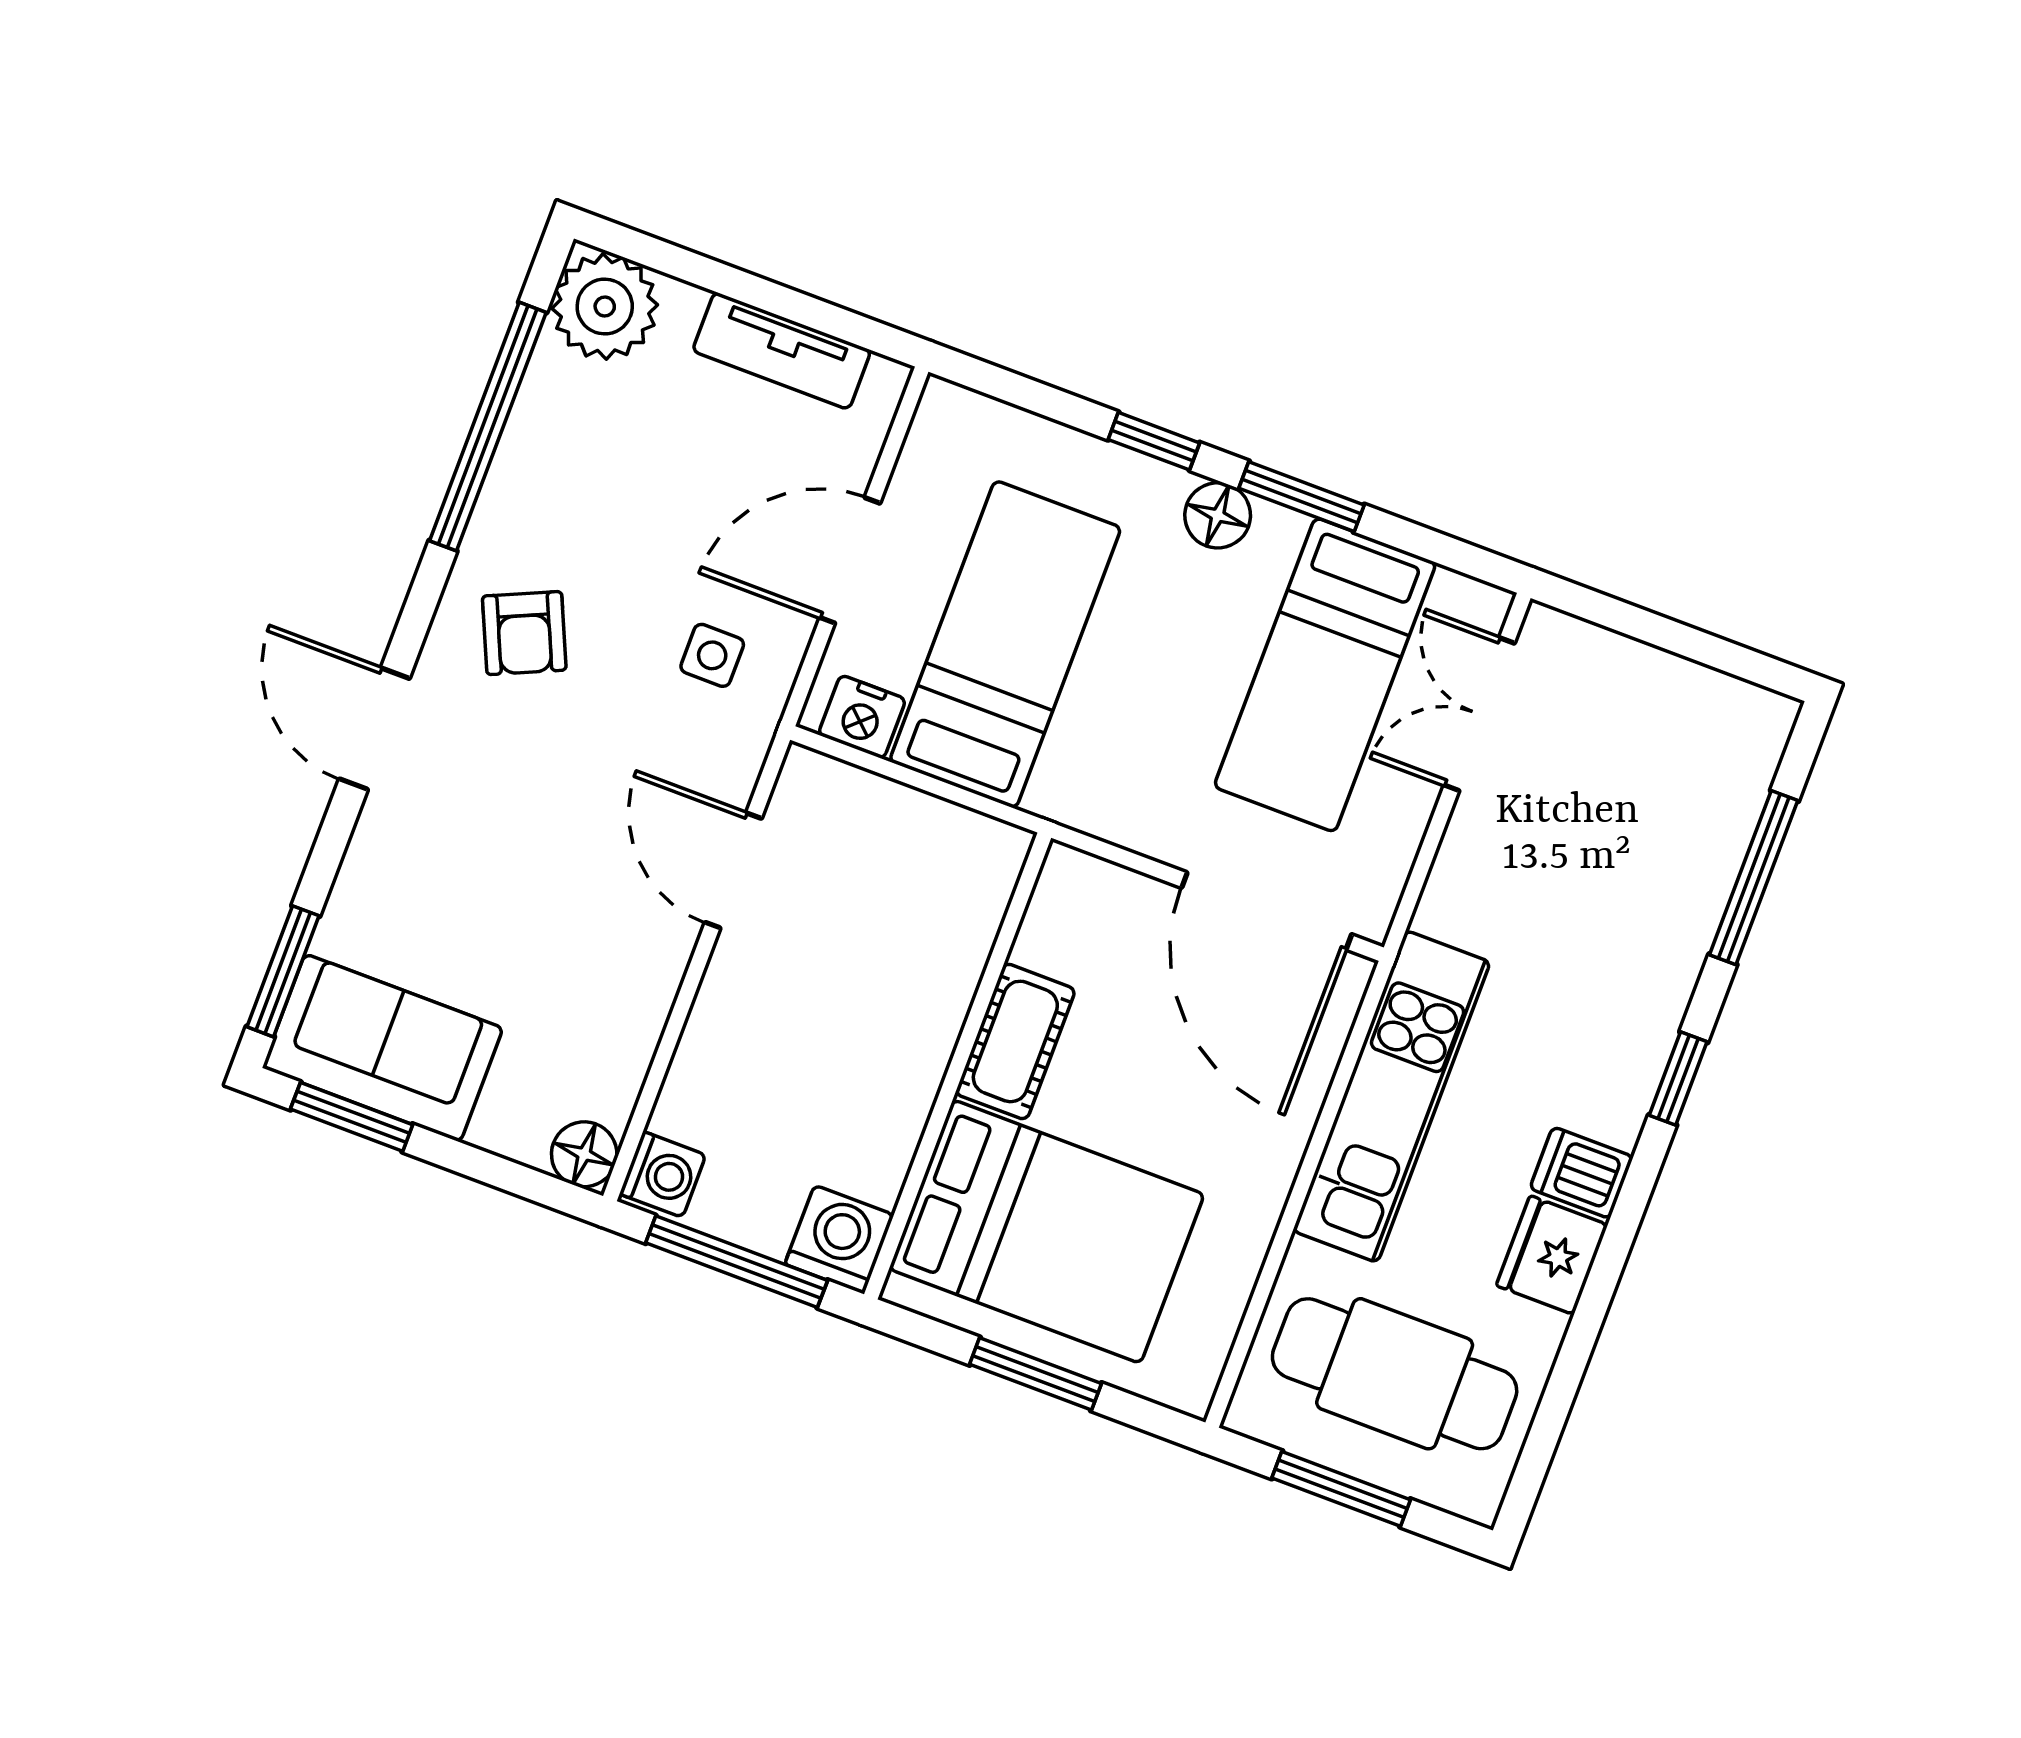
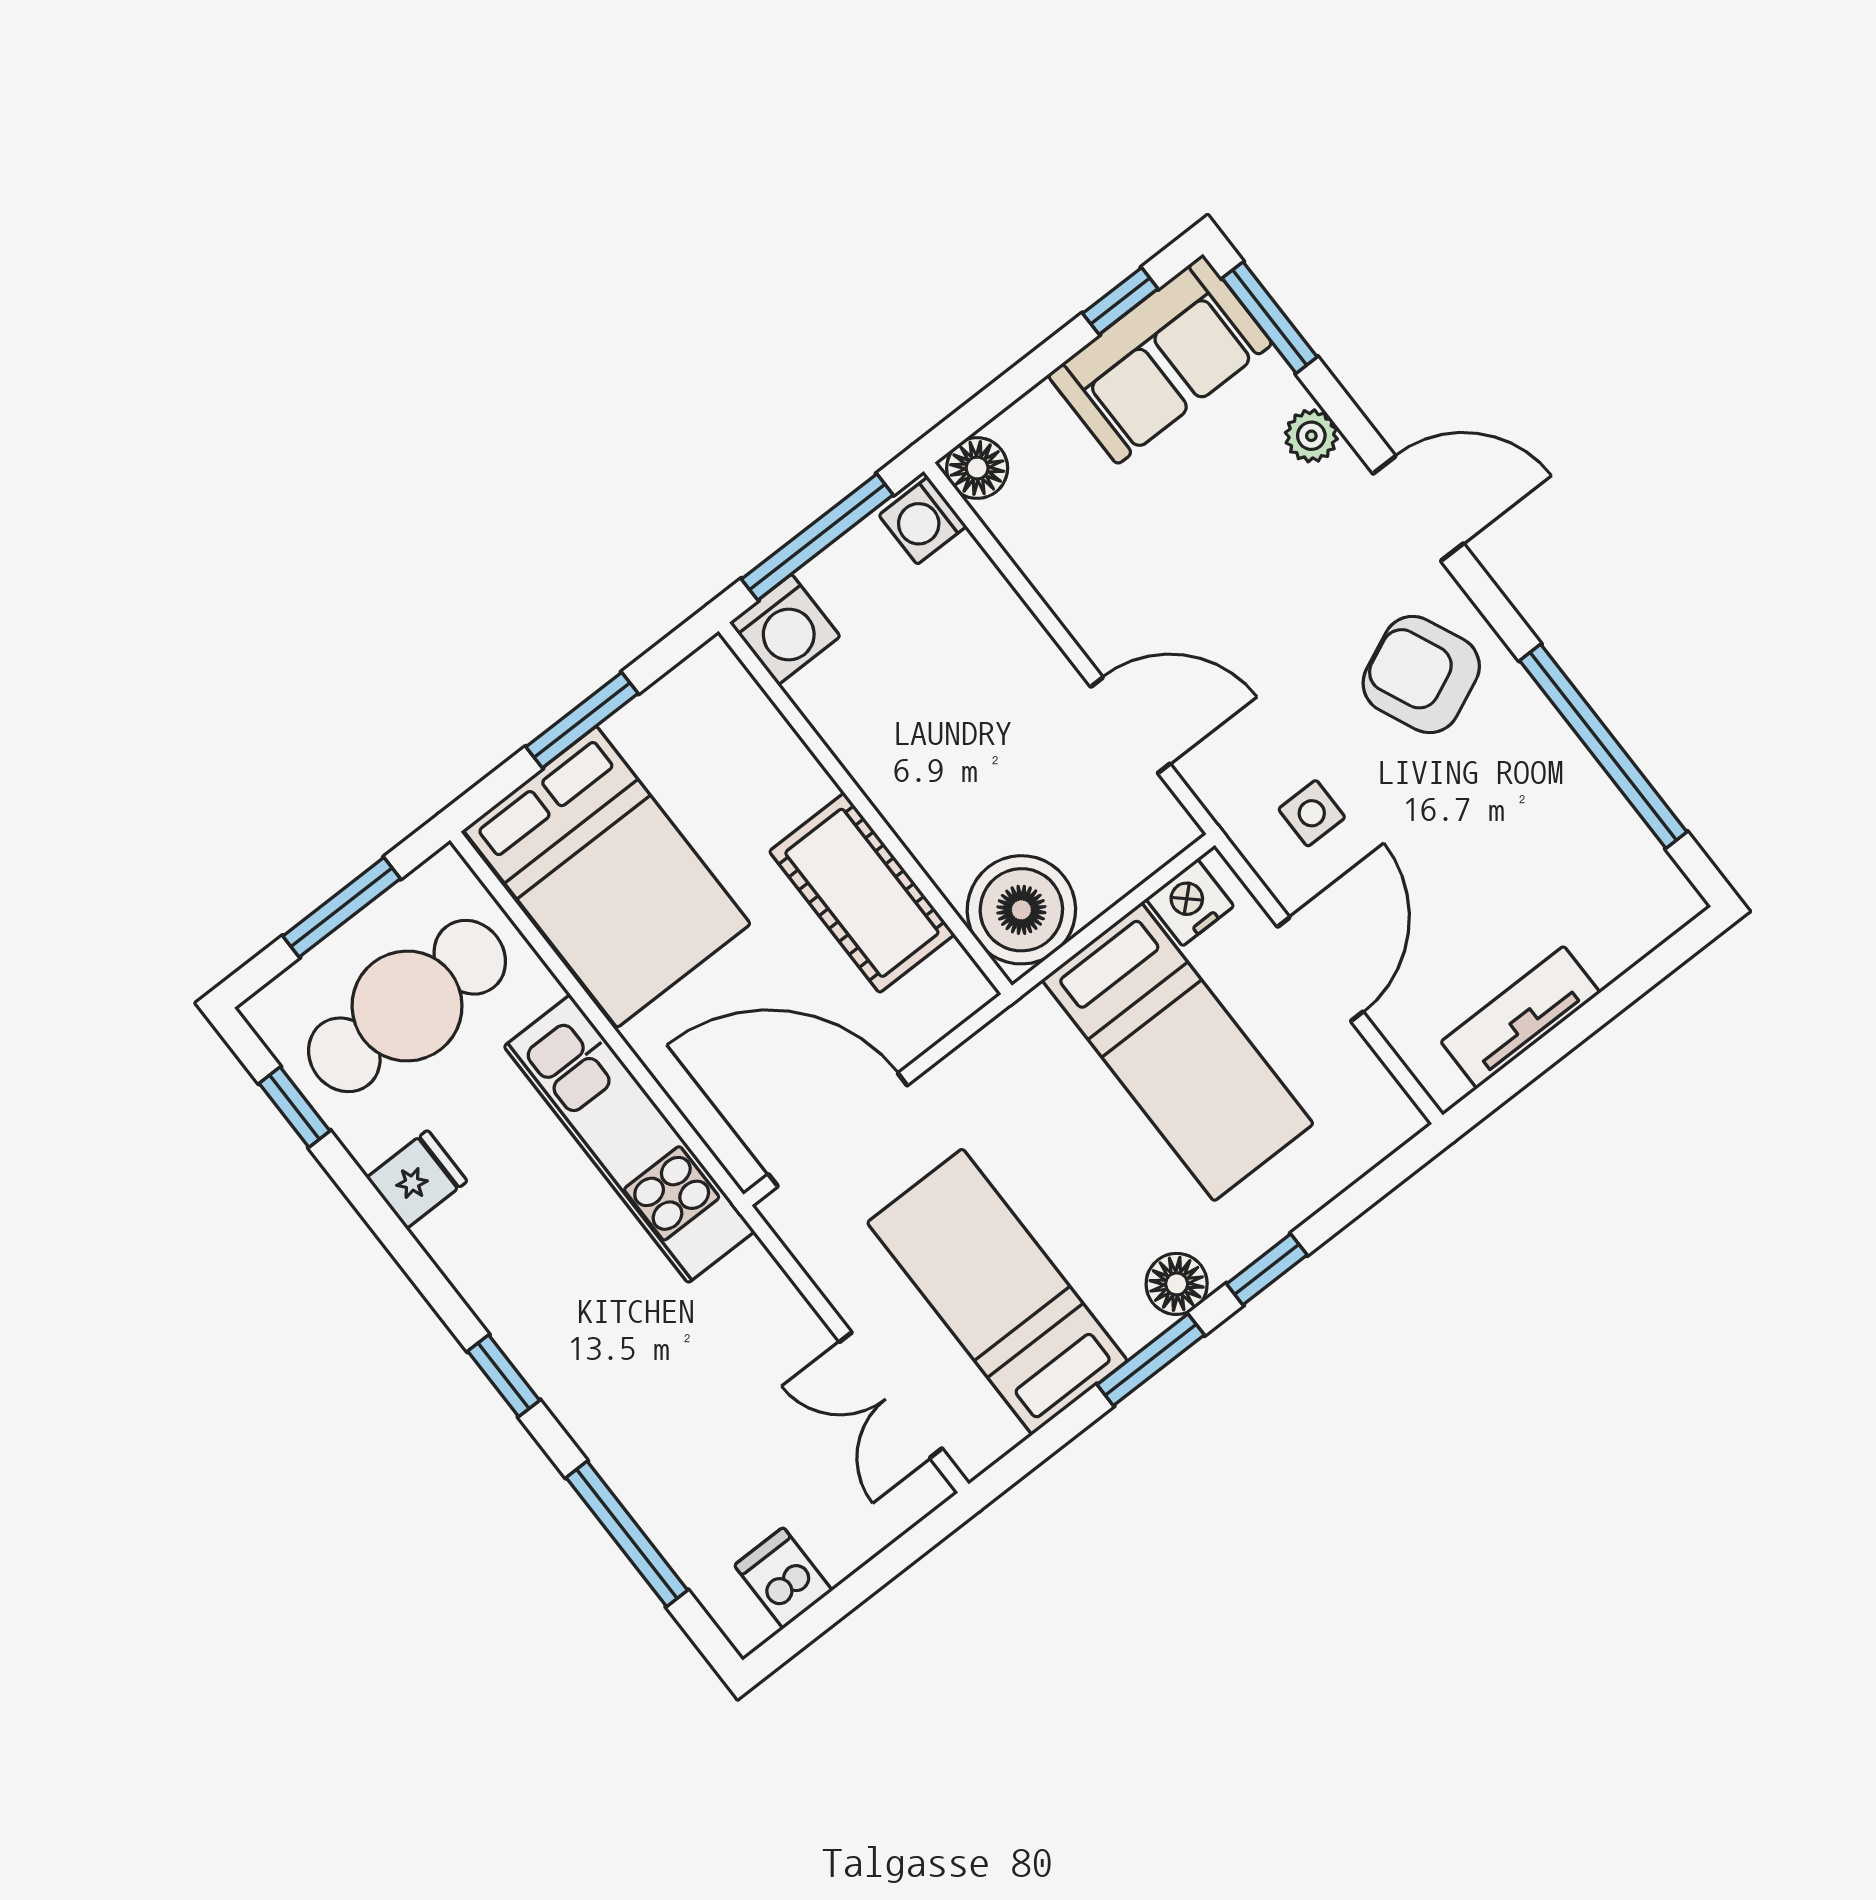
plant: (605, 307) -> (1311, 436), moved, width x0.53, depth x0.53
armchair: (524, 633) -> (1421, 675), width x1.38, depth x1.38
double door: (1479, 714) -> (891, 1395), swing flipped
boiler: (963, 867) -> (1021, 910), added
cot: (1015, 1041) -> (862, 893), width x1.37, depth x1.34
window: (352, 1117) -> (1120, 301), width x0.67
dishwasher: (1581, 1173) -> (783, 1578), moved, turned -90
bed: (1047, 1232) -> (607, 877), moved, turned -90
fridge: (1552, 1255) -> (417, 1179), width x0.72
window: (1550, 1420) -> (295, 1107), added

